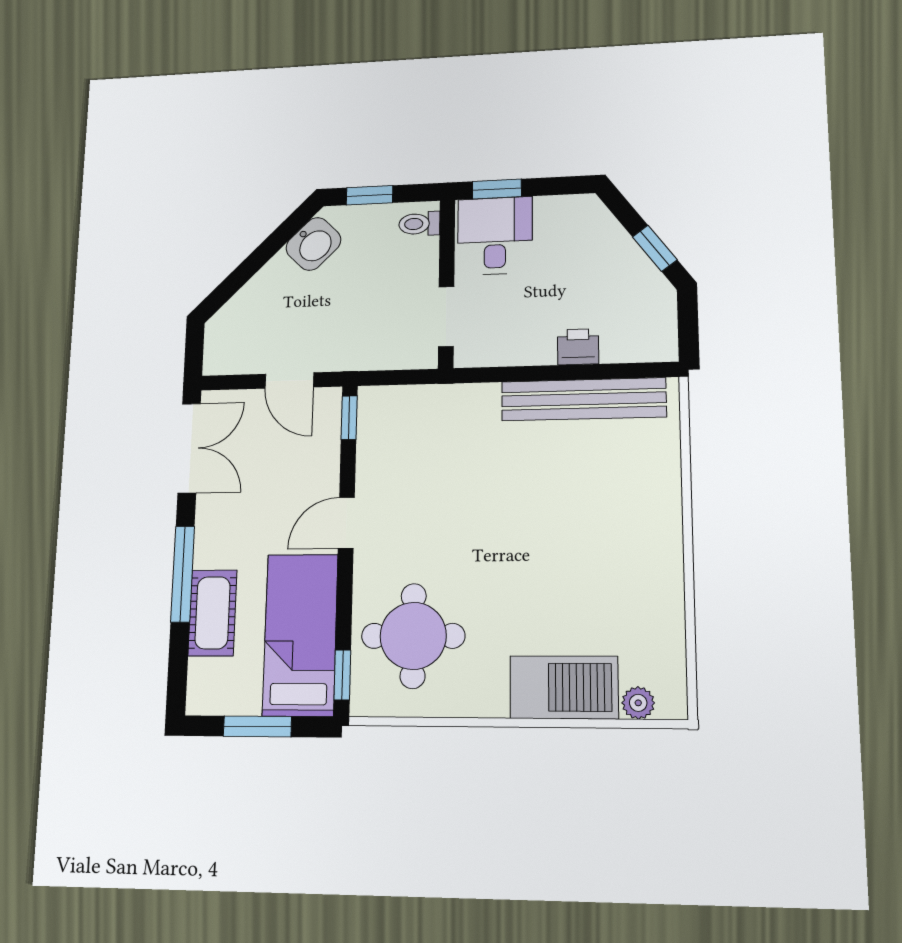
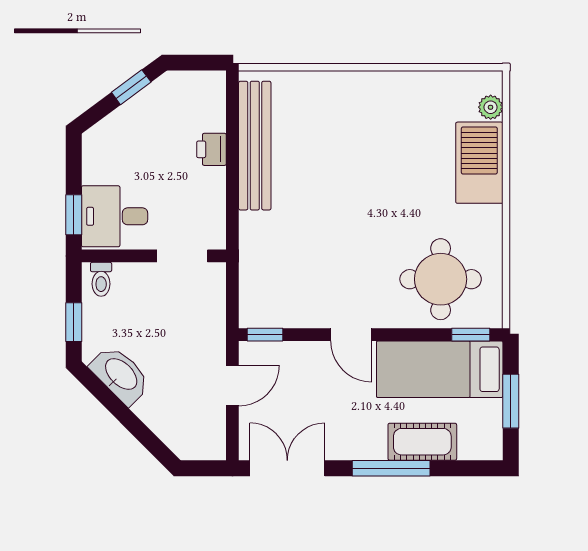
washbasin: (313, 244) -> (120, 375), width x1.38

